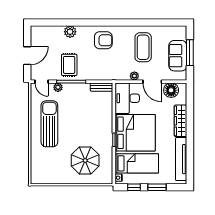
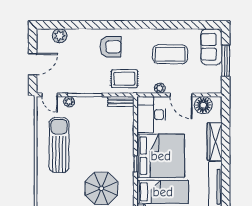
plant: (70, 32) -> (60, 36), moved
armchair: (103, 40) -> (110, 47), moved
coffee table: (143, 47) -> (170, 54), turned 90
sofa: (178, 56) -> (211, 47), moved
rug: (69, 65) -> (124, 79), moved, turned 90

